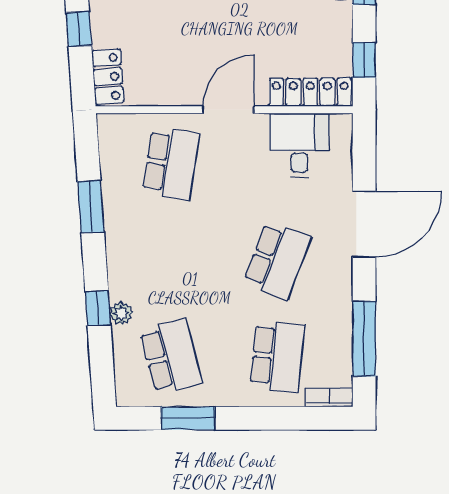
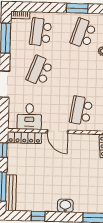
door: (228, 110) -> (57, 132), hinge flipped
school desk: (171, 356) -> (83, 33), turned 33

